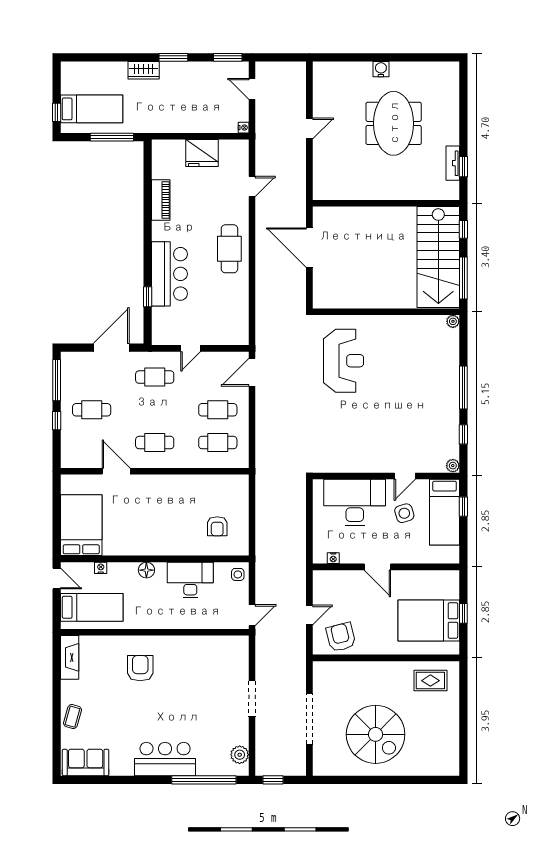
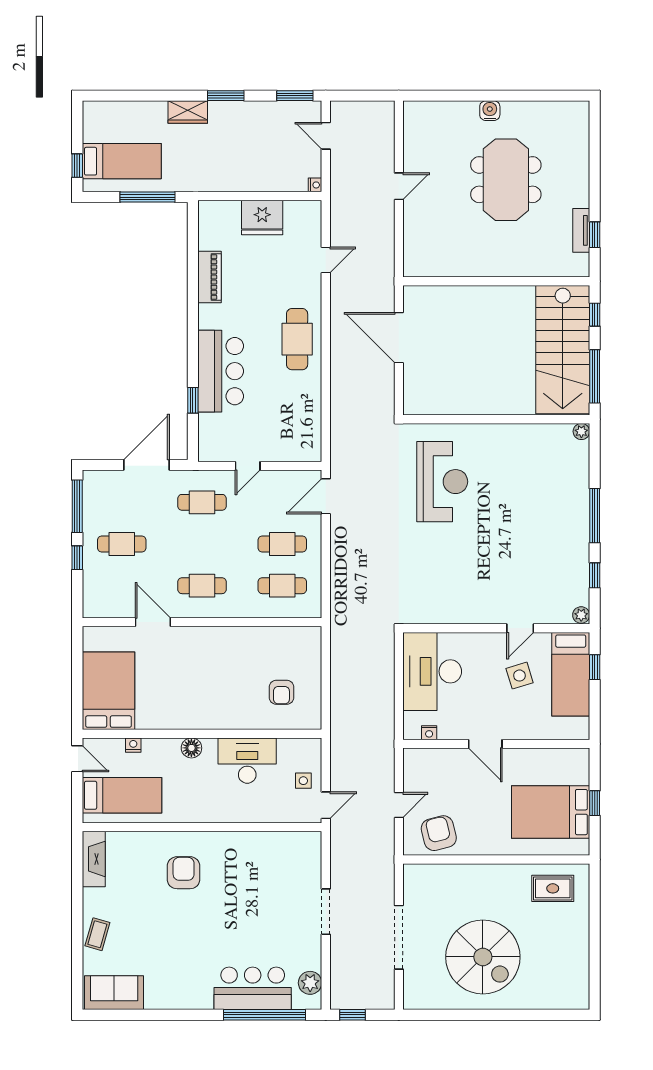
desk: (355, 502) -> (432, 671), moved, turned -90
side table: (238, 574) -> (303, 781), moved
bar counter: (165, 759) -> (253, 988), moved

